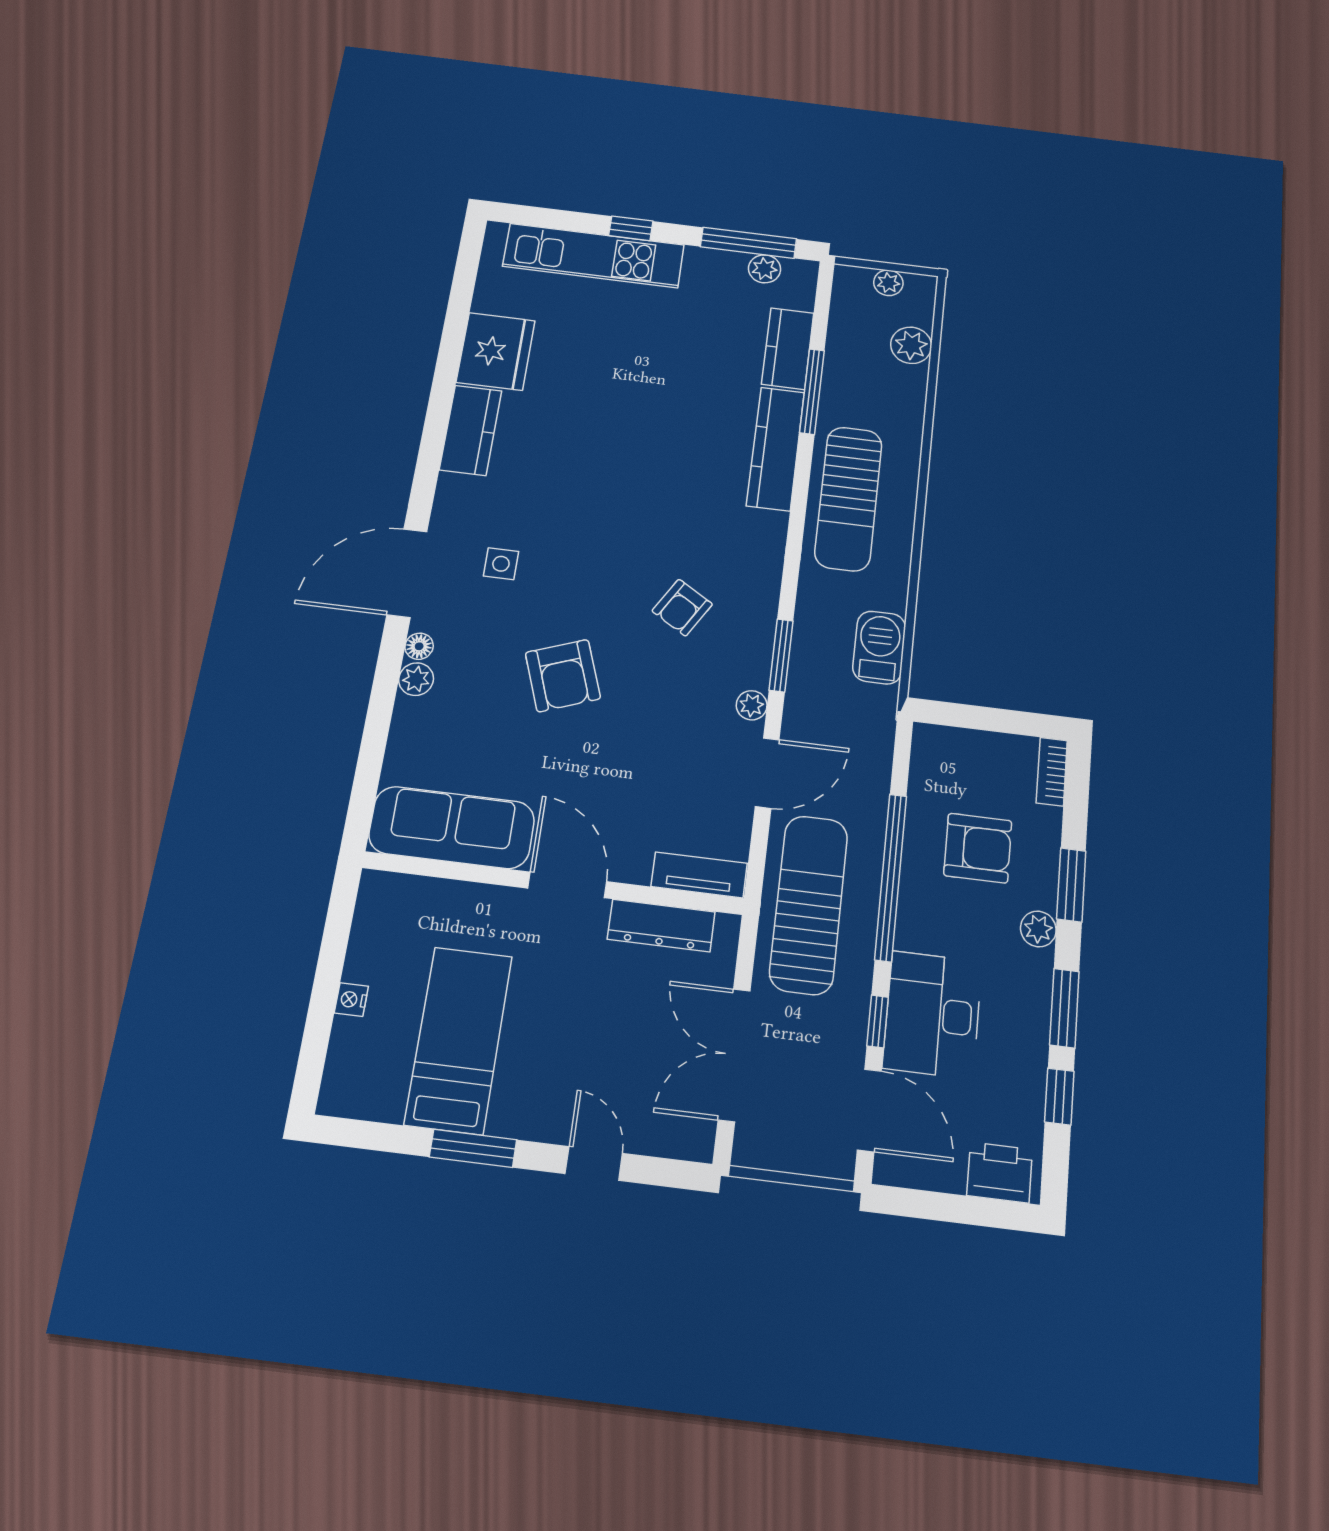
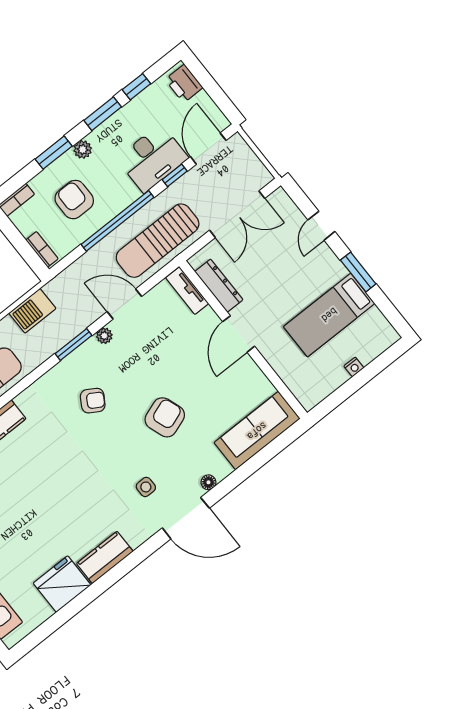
plant: (416, 679) -> (222, 470), removed
bookcase: (950, 739) -> (42, 249), added
sofa: (452, 827) -> (257, 431), moved, turned 90

